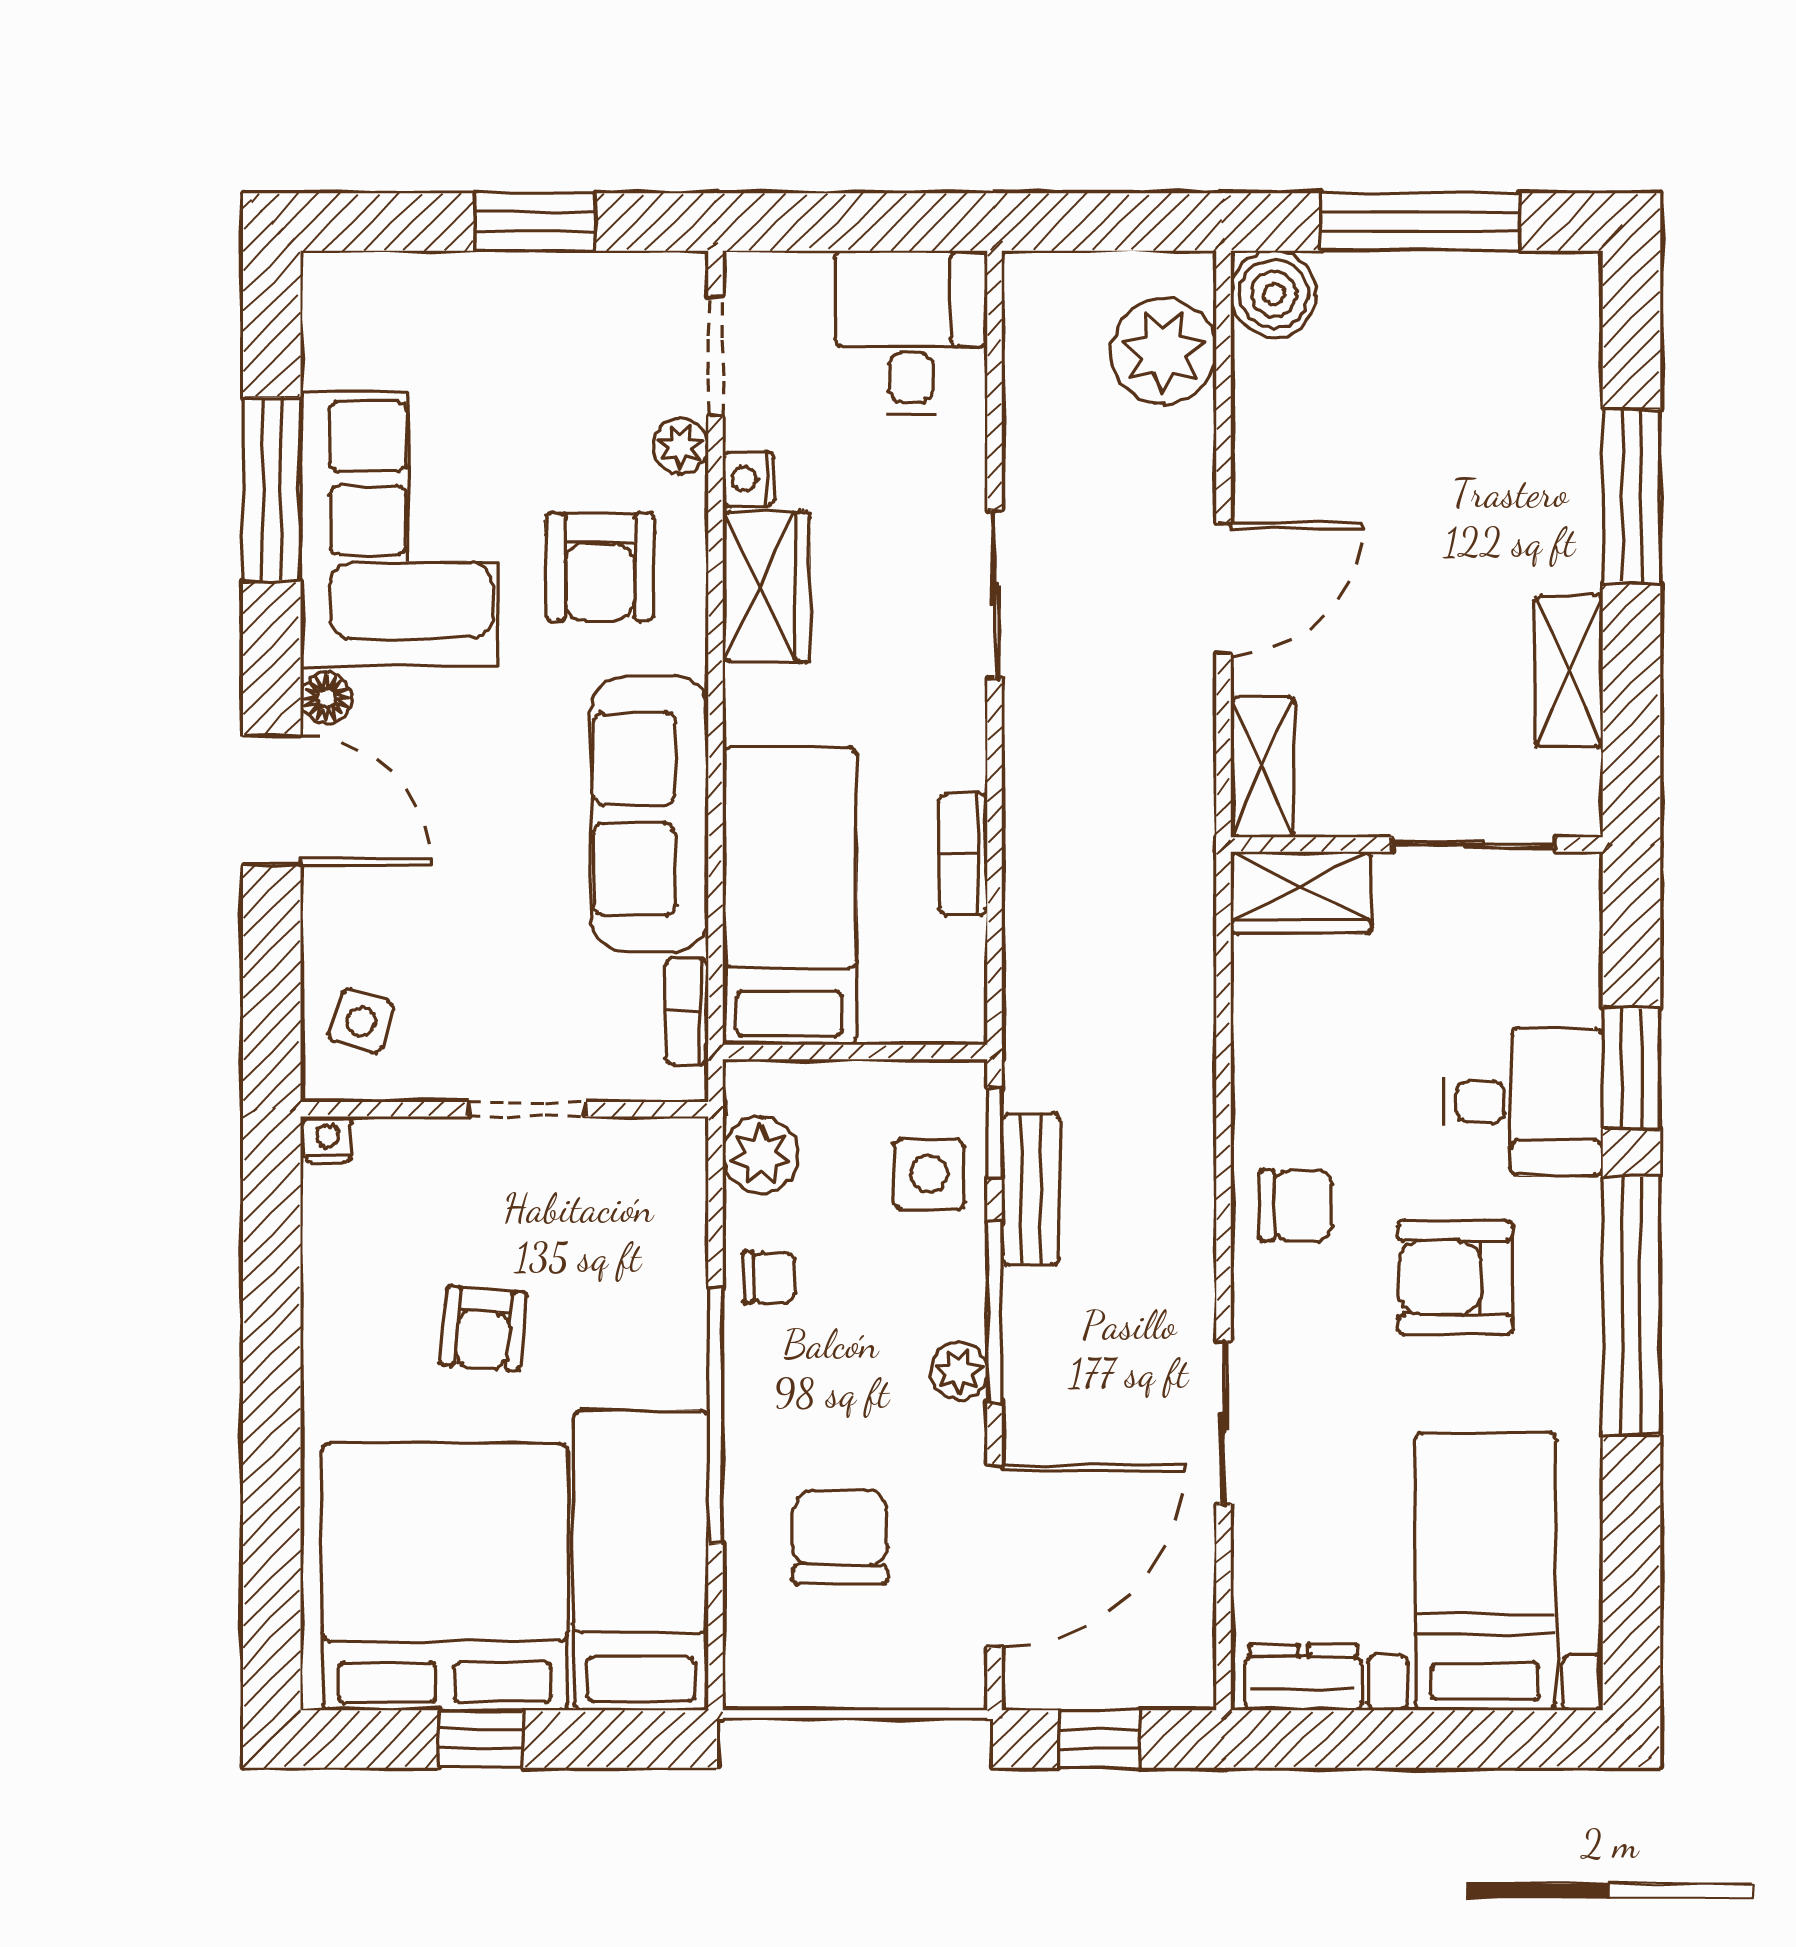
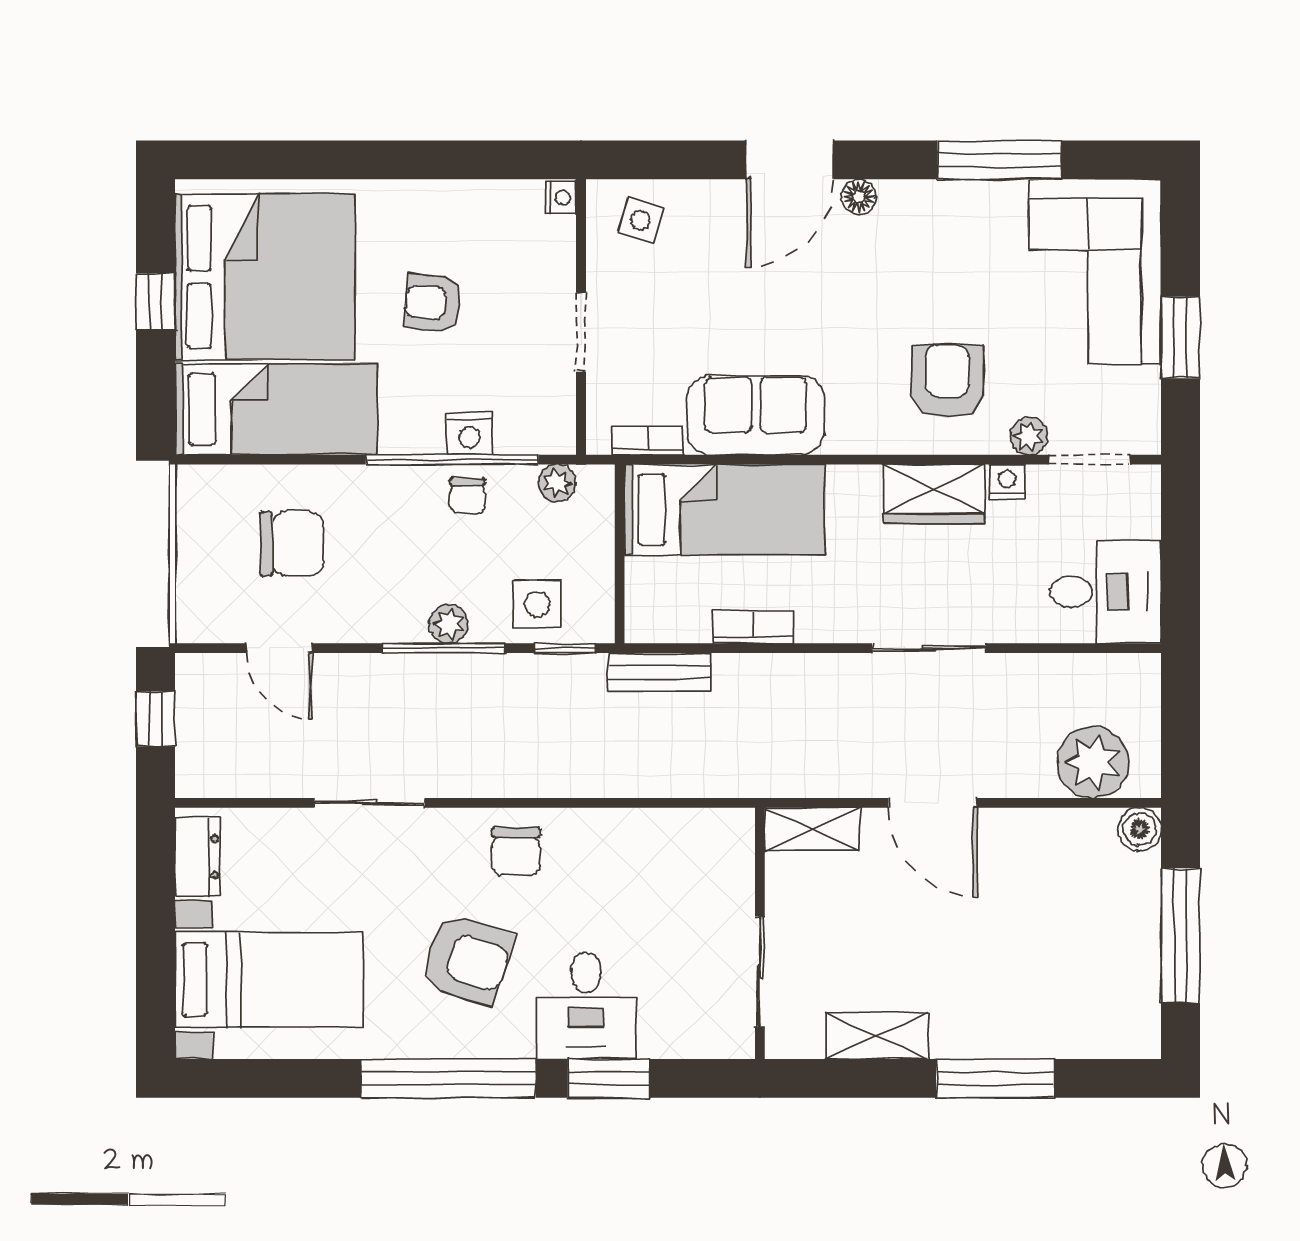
boiler: (1274, 294) -> (1140, 829), width x0.73, depth x0.73
corner sofa: (398, 529) -> (1095, 272), moved, turned 90
armchair: (600, 567) -> (947, 381), turned 90
sofa: (650, 814) -> (756, 415), width x0.73
wardrobe: (1301, 892) -> (727, 855), removed
plant: (761, 1155) -> (557, 483), width x0.73, depth x0.73
bench: (1031, 1189) -> (659, 673), moved
nightstand: (677, 1274) -> (469, 434), added
armchair: (1455, 1278) -> (467, 959), turned 108
plant: (959, 1371) -> (449, 624), moved
window: (715, 1416) -> (452, 460), moved
door: (995, 1556) -> (279, 648), width x0.53

